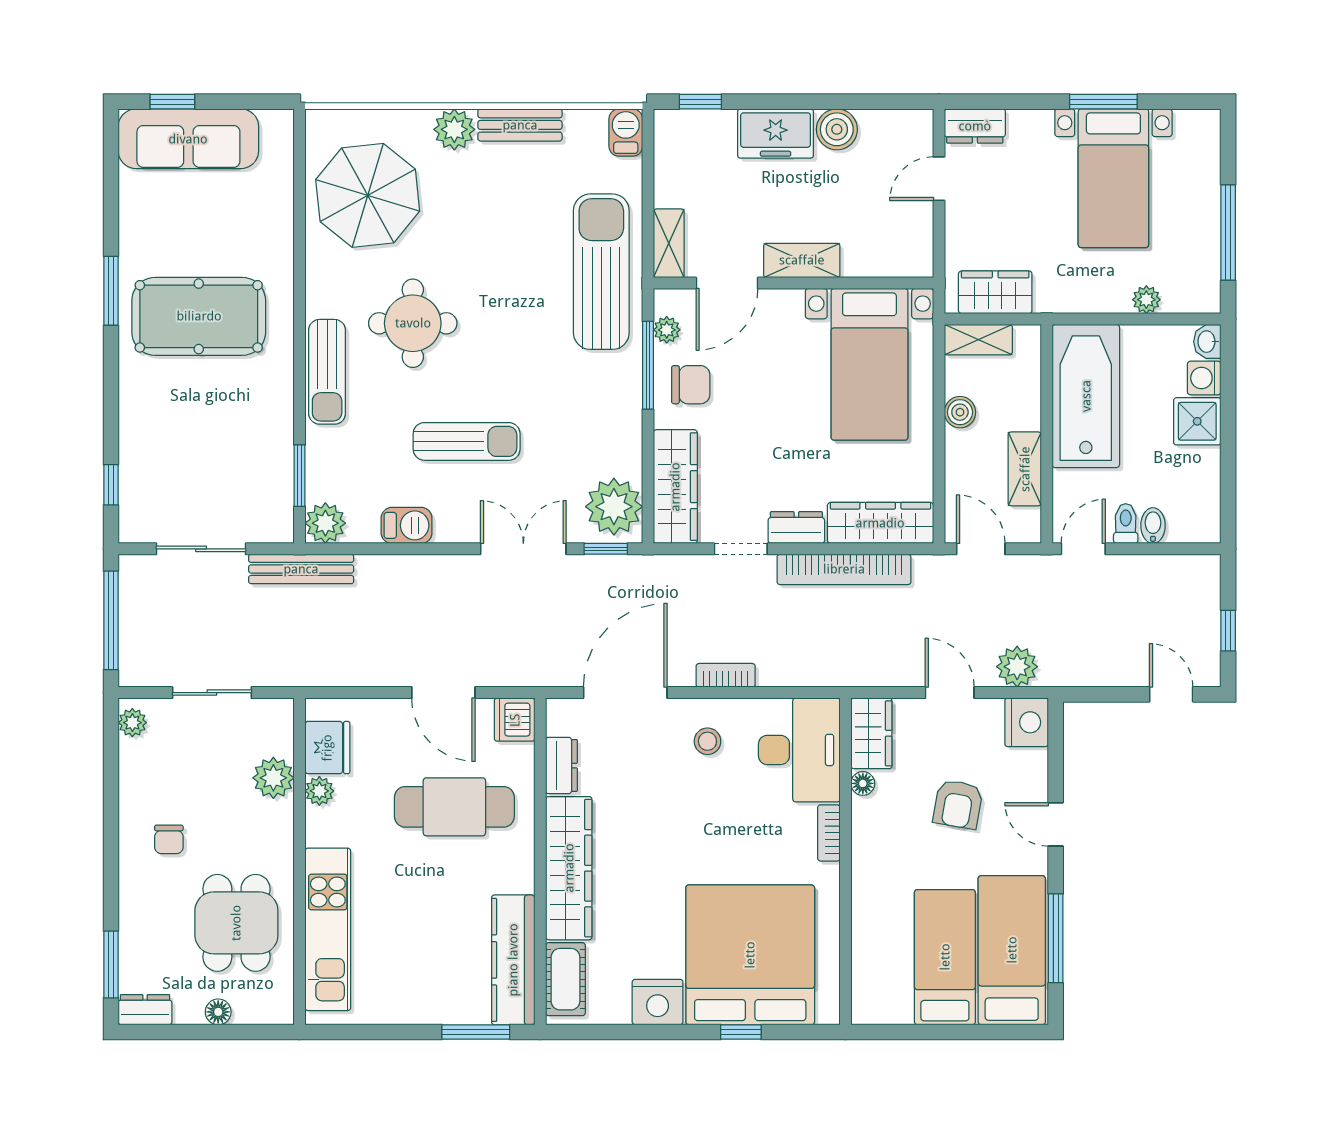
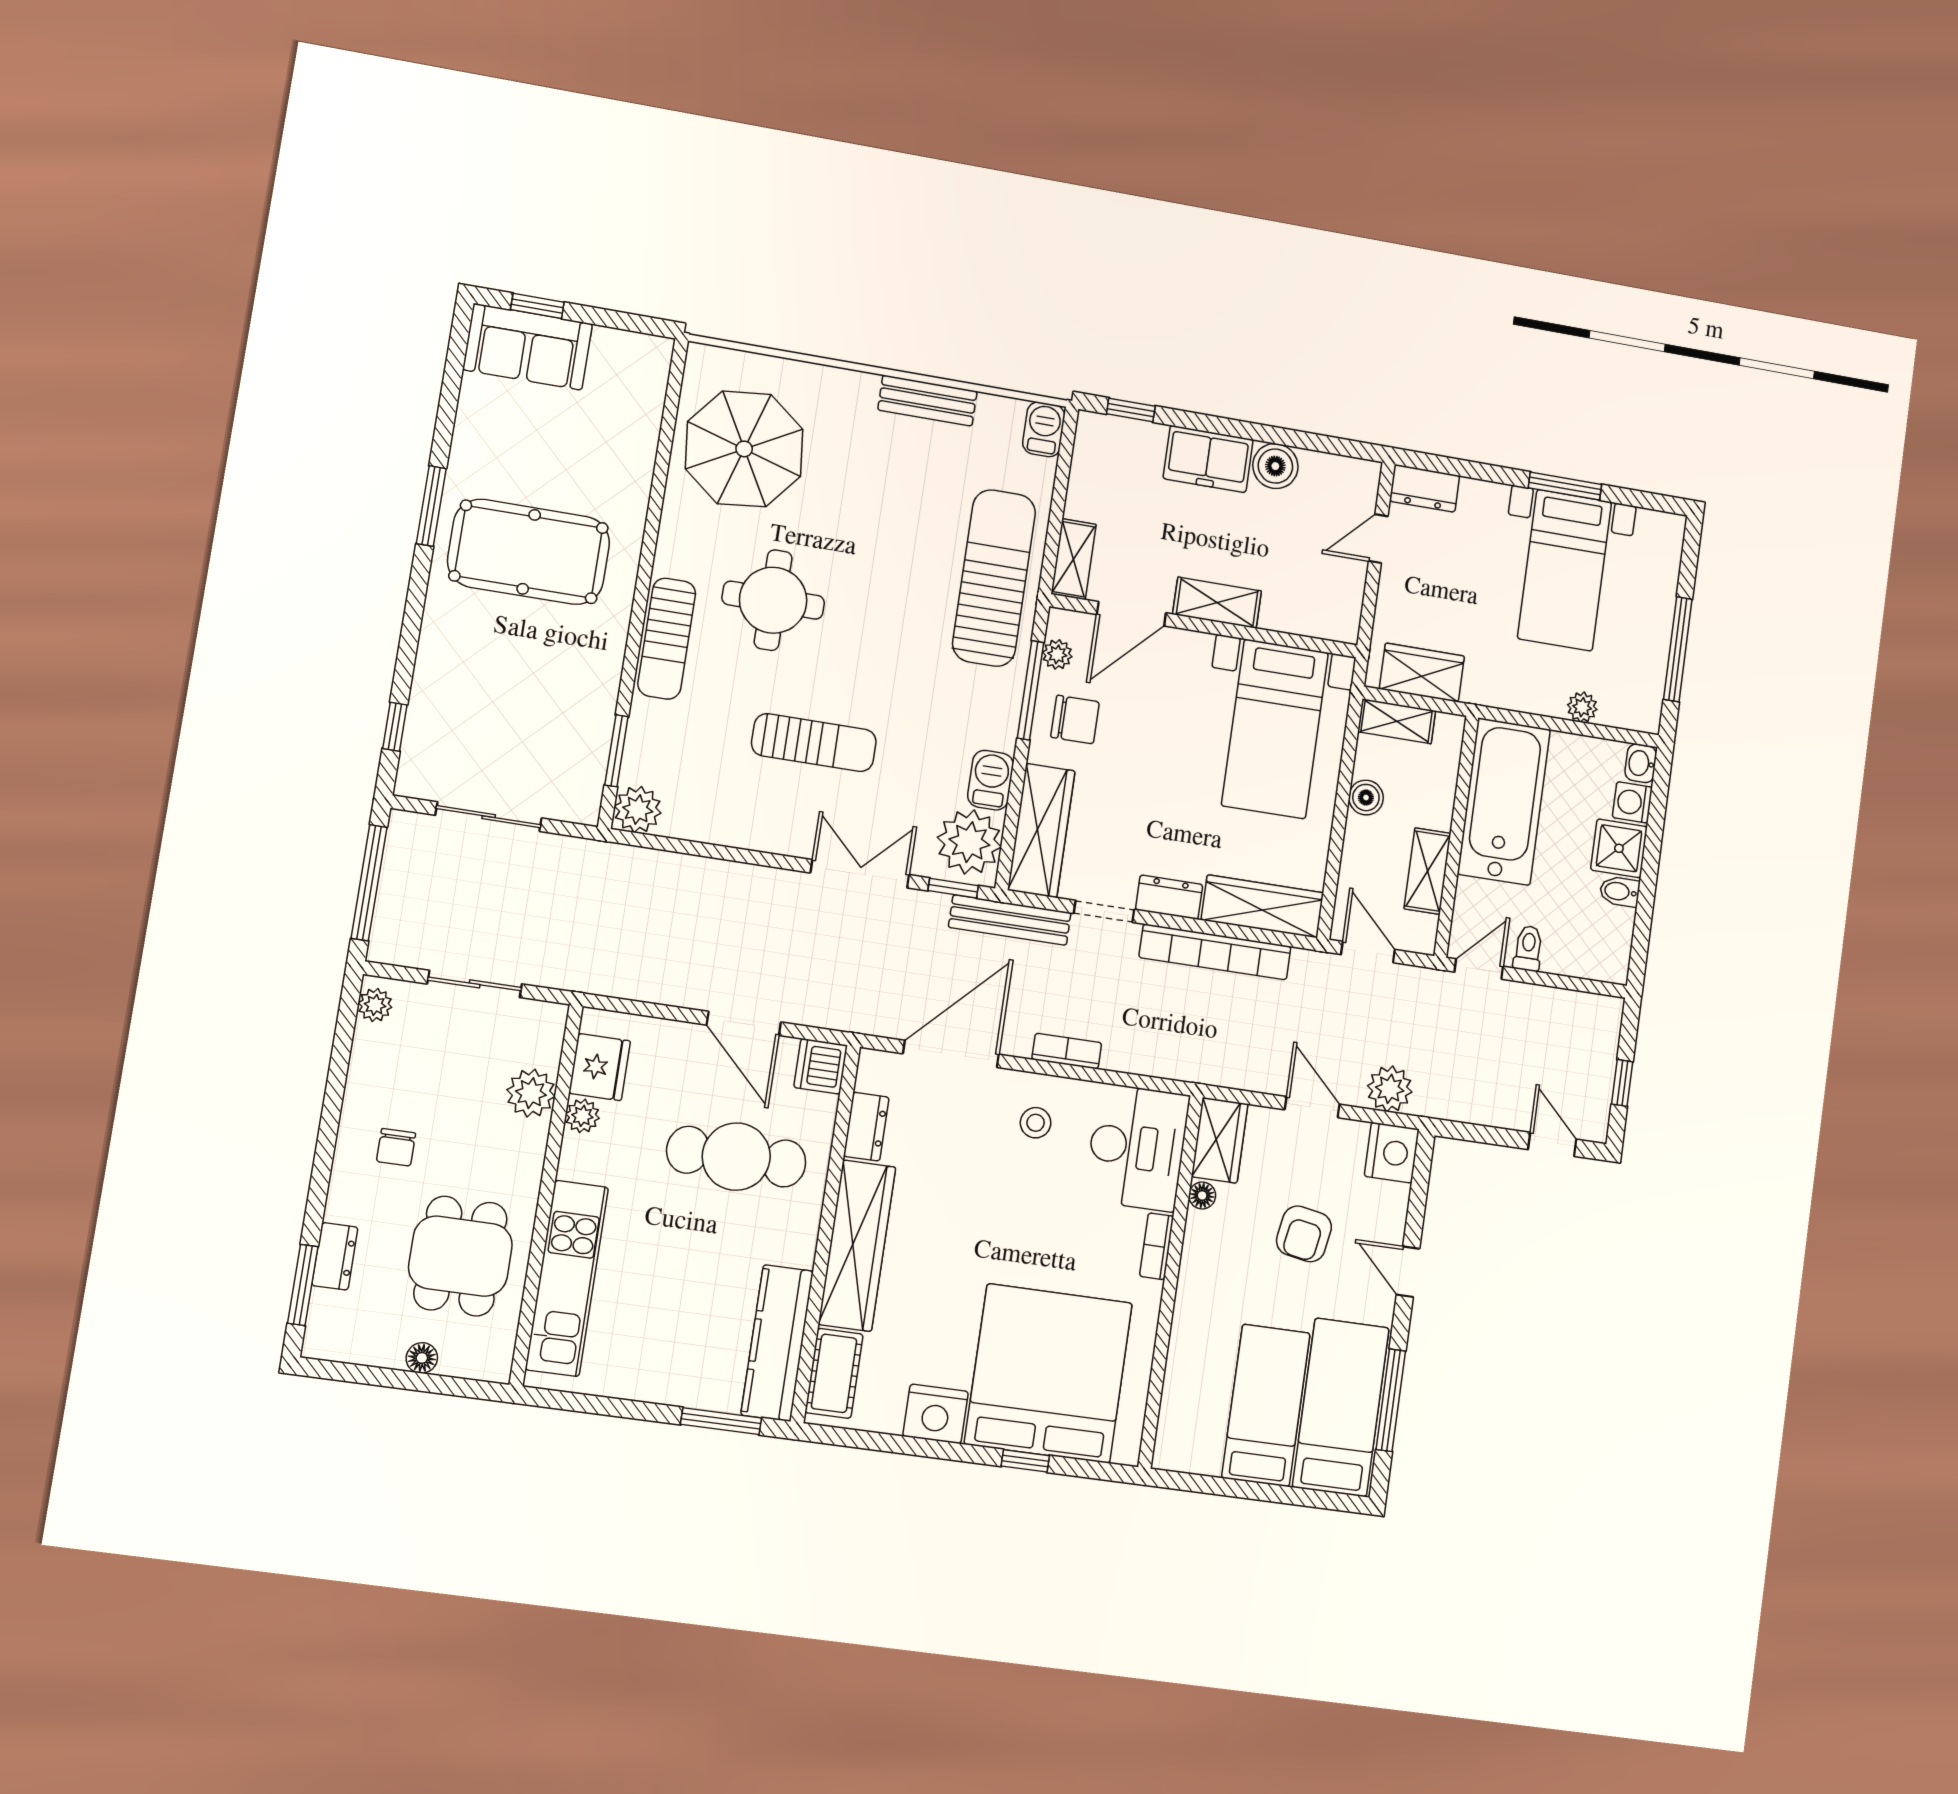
plant: (454, 129) -> (853, 393), removed
sofa: (188, 139) -> (528, 347), width x0.73
barbecue: (407, 525) -> (991, 780), moved, turned -90
bidet: (1153, 526) -> (1620, 892), moved, turned -90
bench: (301, 569) -> (1010, 920), moved
dresser: (145, 1010) -> (335, 1256), moved, turned 90

